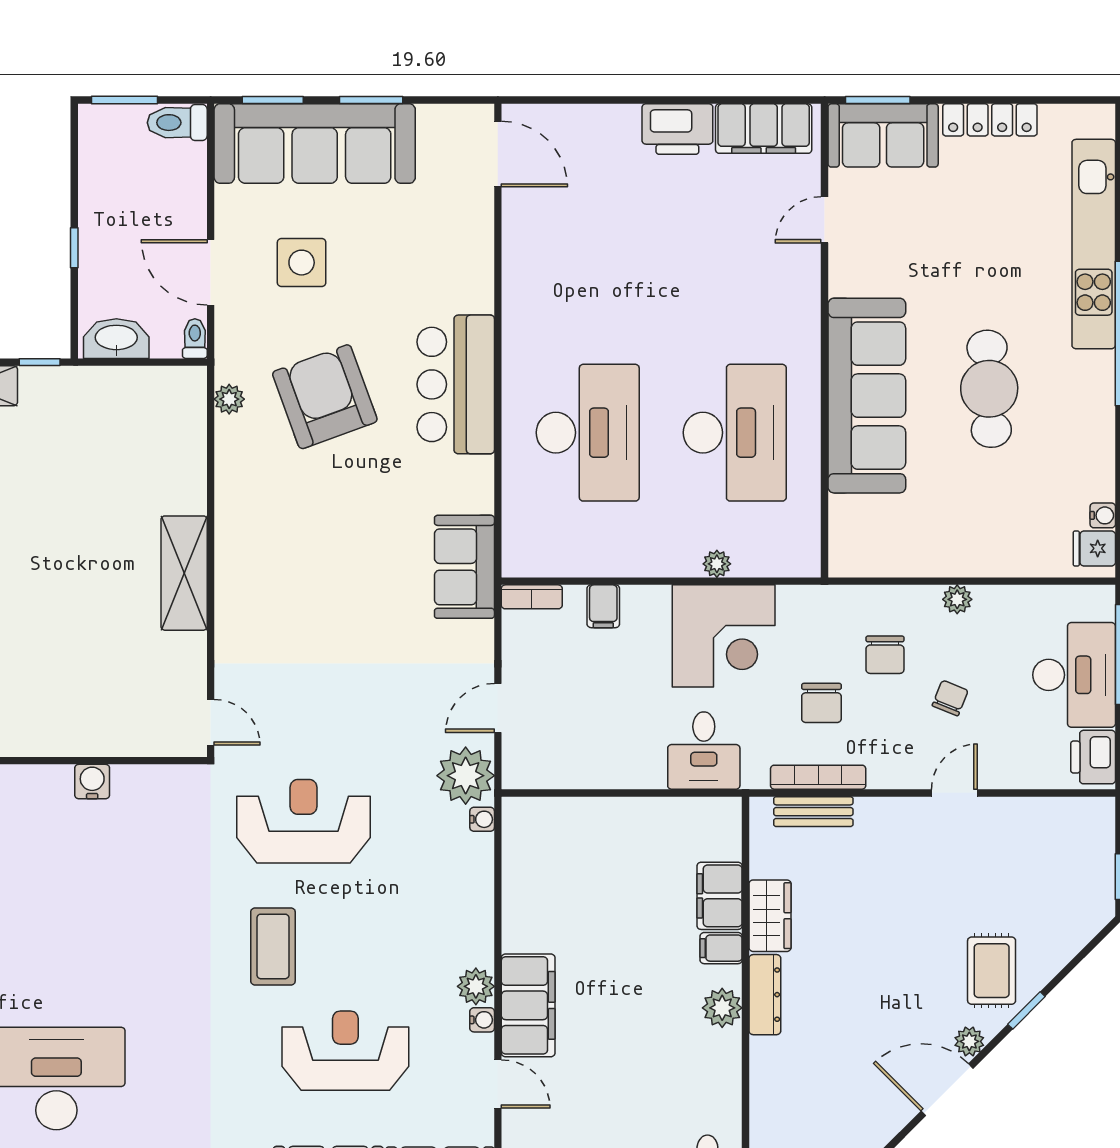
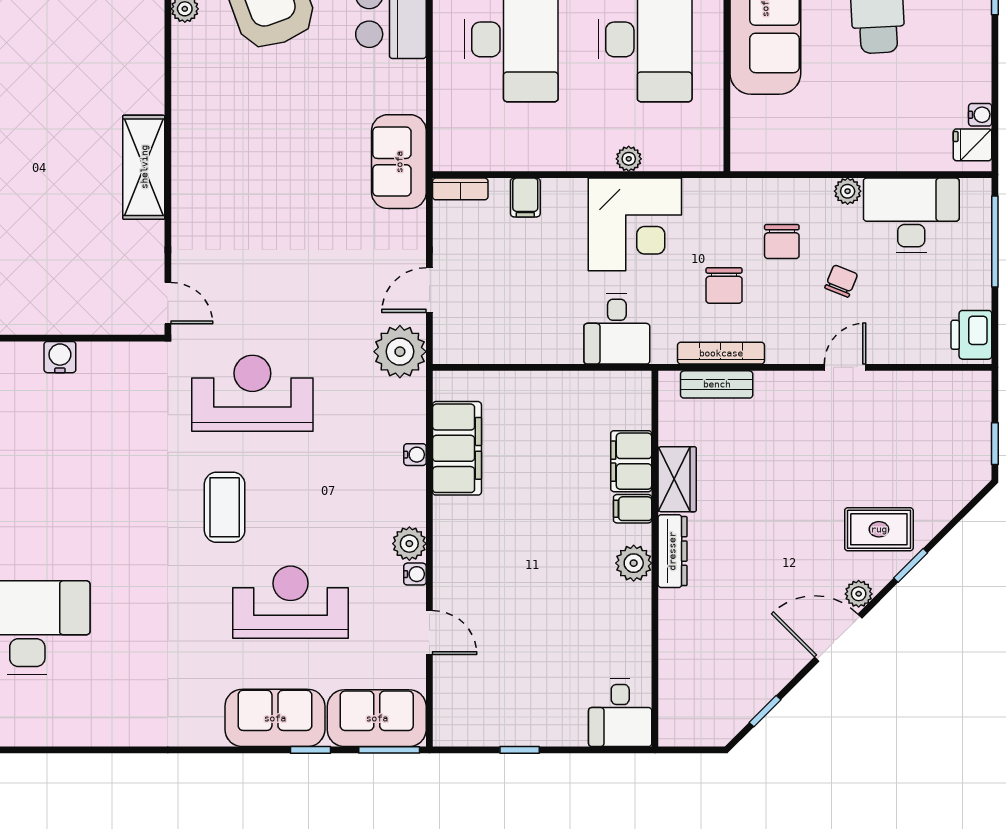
desk: (1074, 675) -> (911, 215), moved, turned -90
water cooler: (482, 819) -> (415, 455), moved
rug: (992, 971) -> (879, 529), turned 90
filing cabinet: (528, 1005) -> (457, 448), moved

